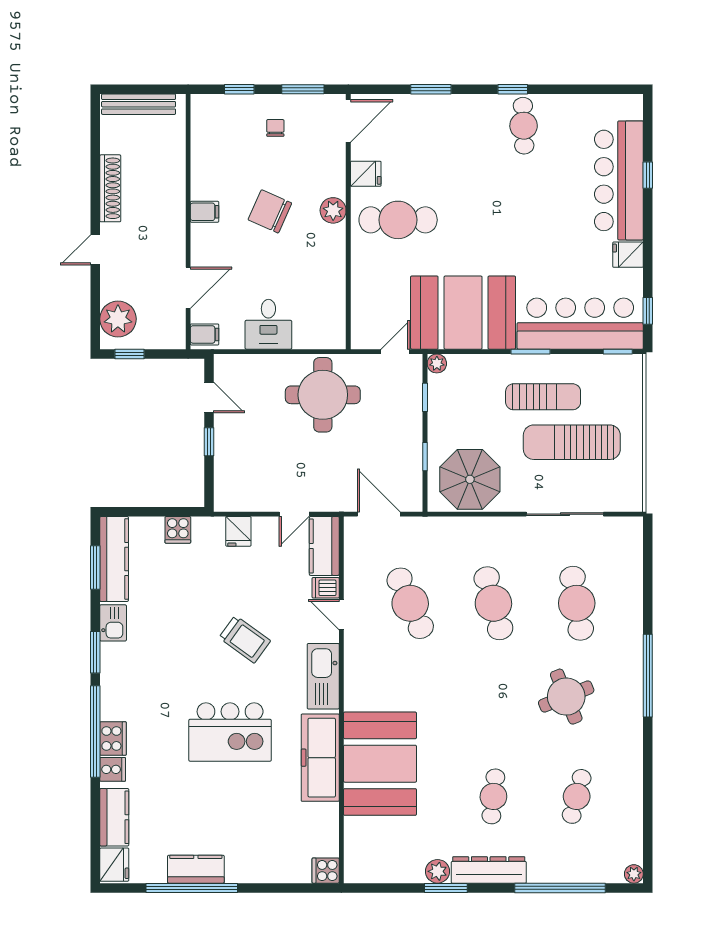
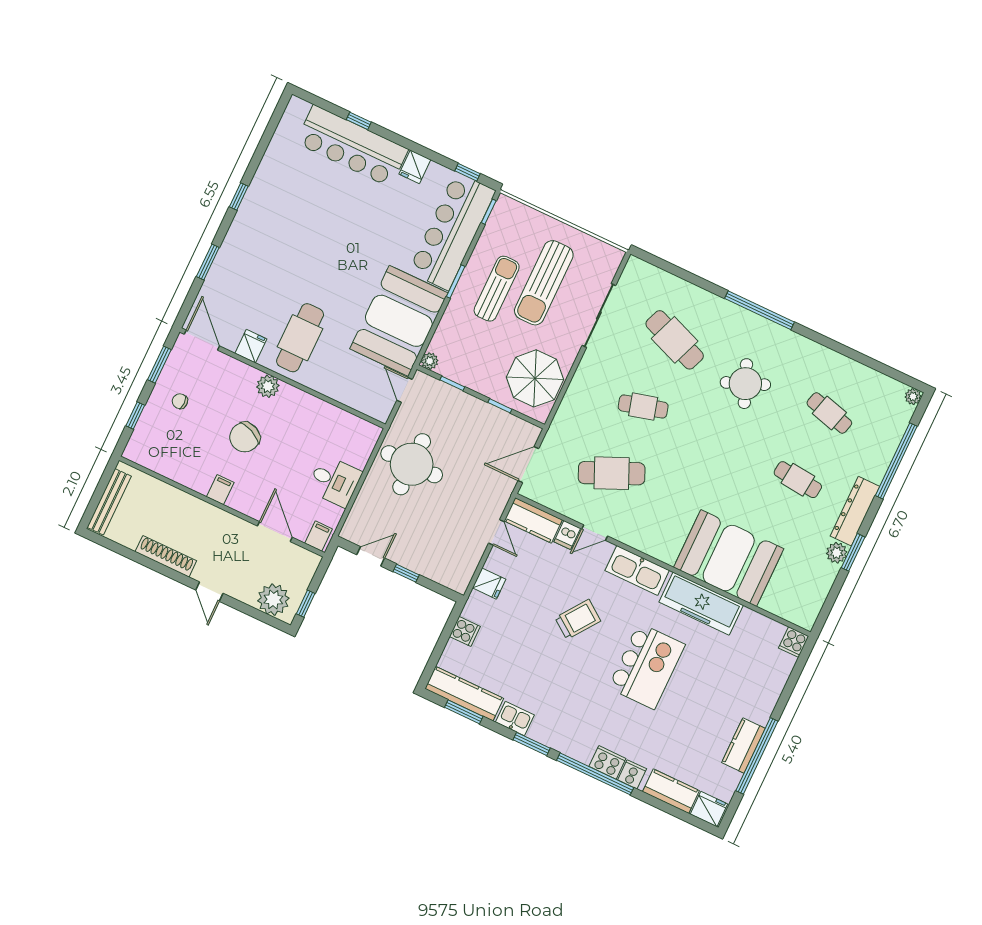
cafe table: (524, 126) -> (272, 202), removed
cafe table: (493, 603) -> (643, 407), width x0.73, depth x0.74
cafe table: (577, 603) -> (675, 340), turned 30

